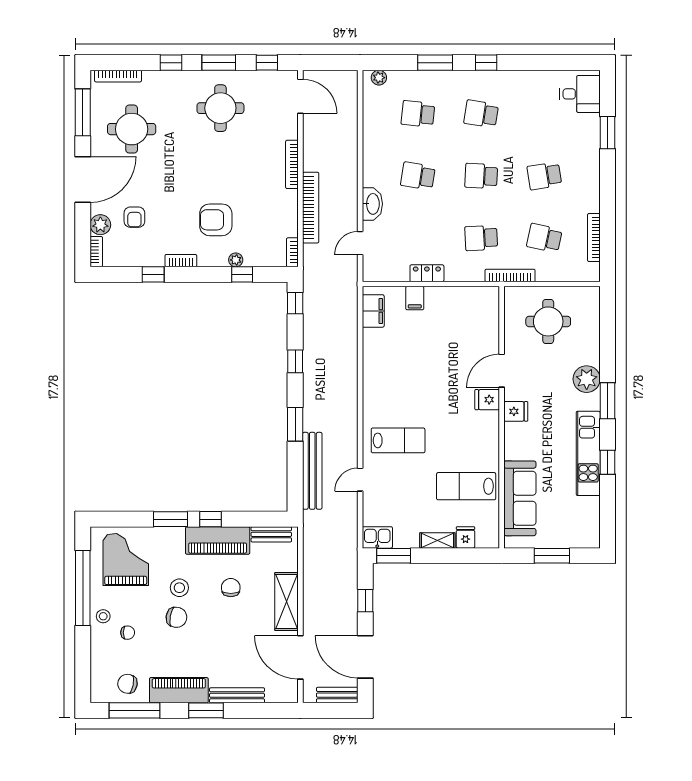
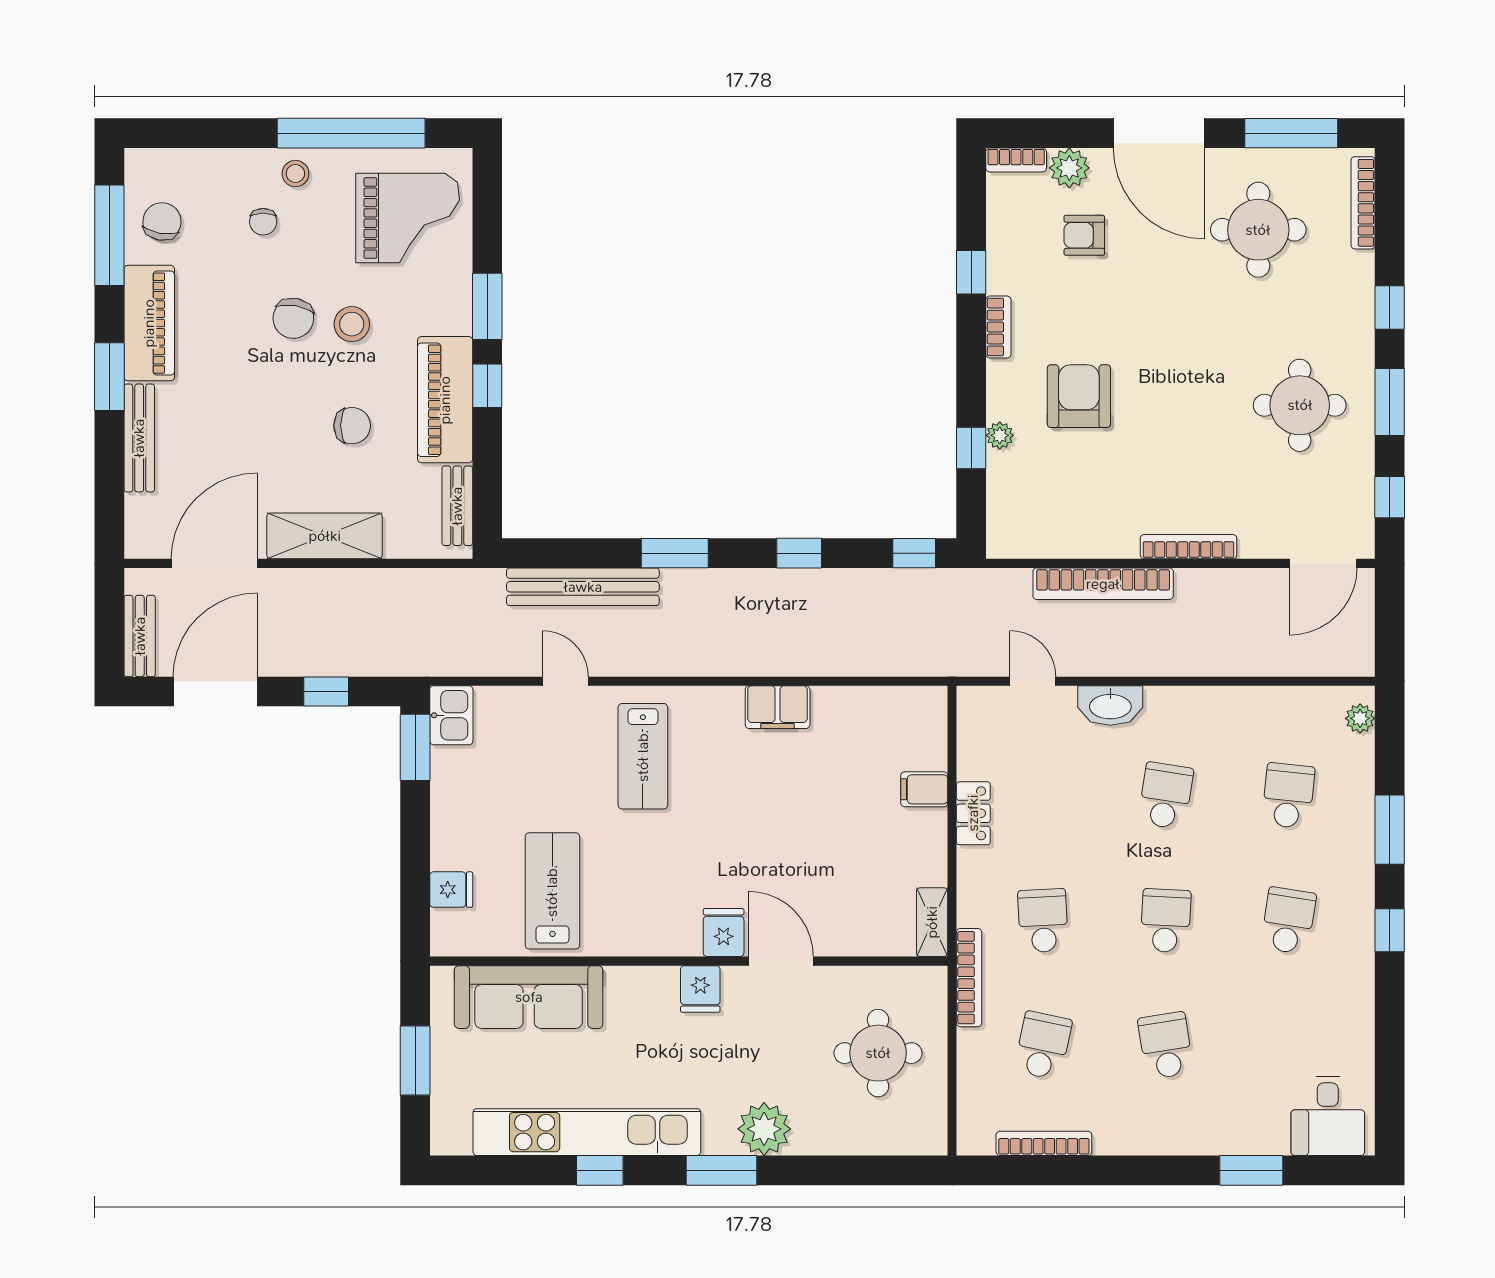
bookcase: (292, 252) -> (1015, 547), removed
filing cabinet: (373, 311) -> (778, 707), moved
kitchen unit: (588, 453) -> (587, 1132), width x1.36
shelving: (437, 540) -> (932, 922), moved

